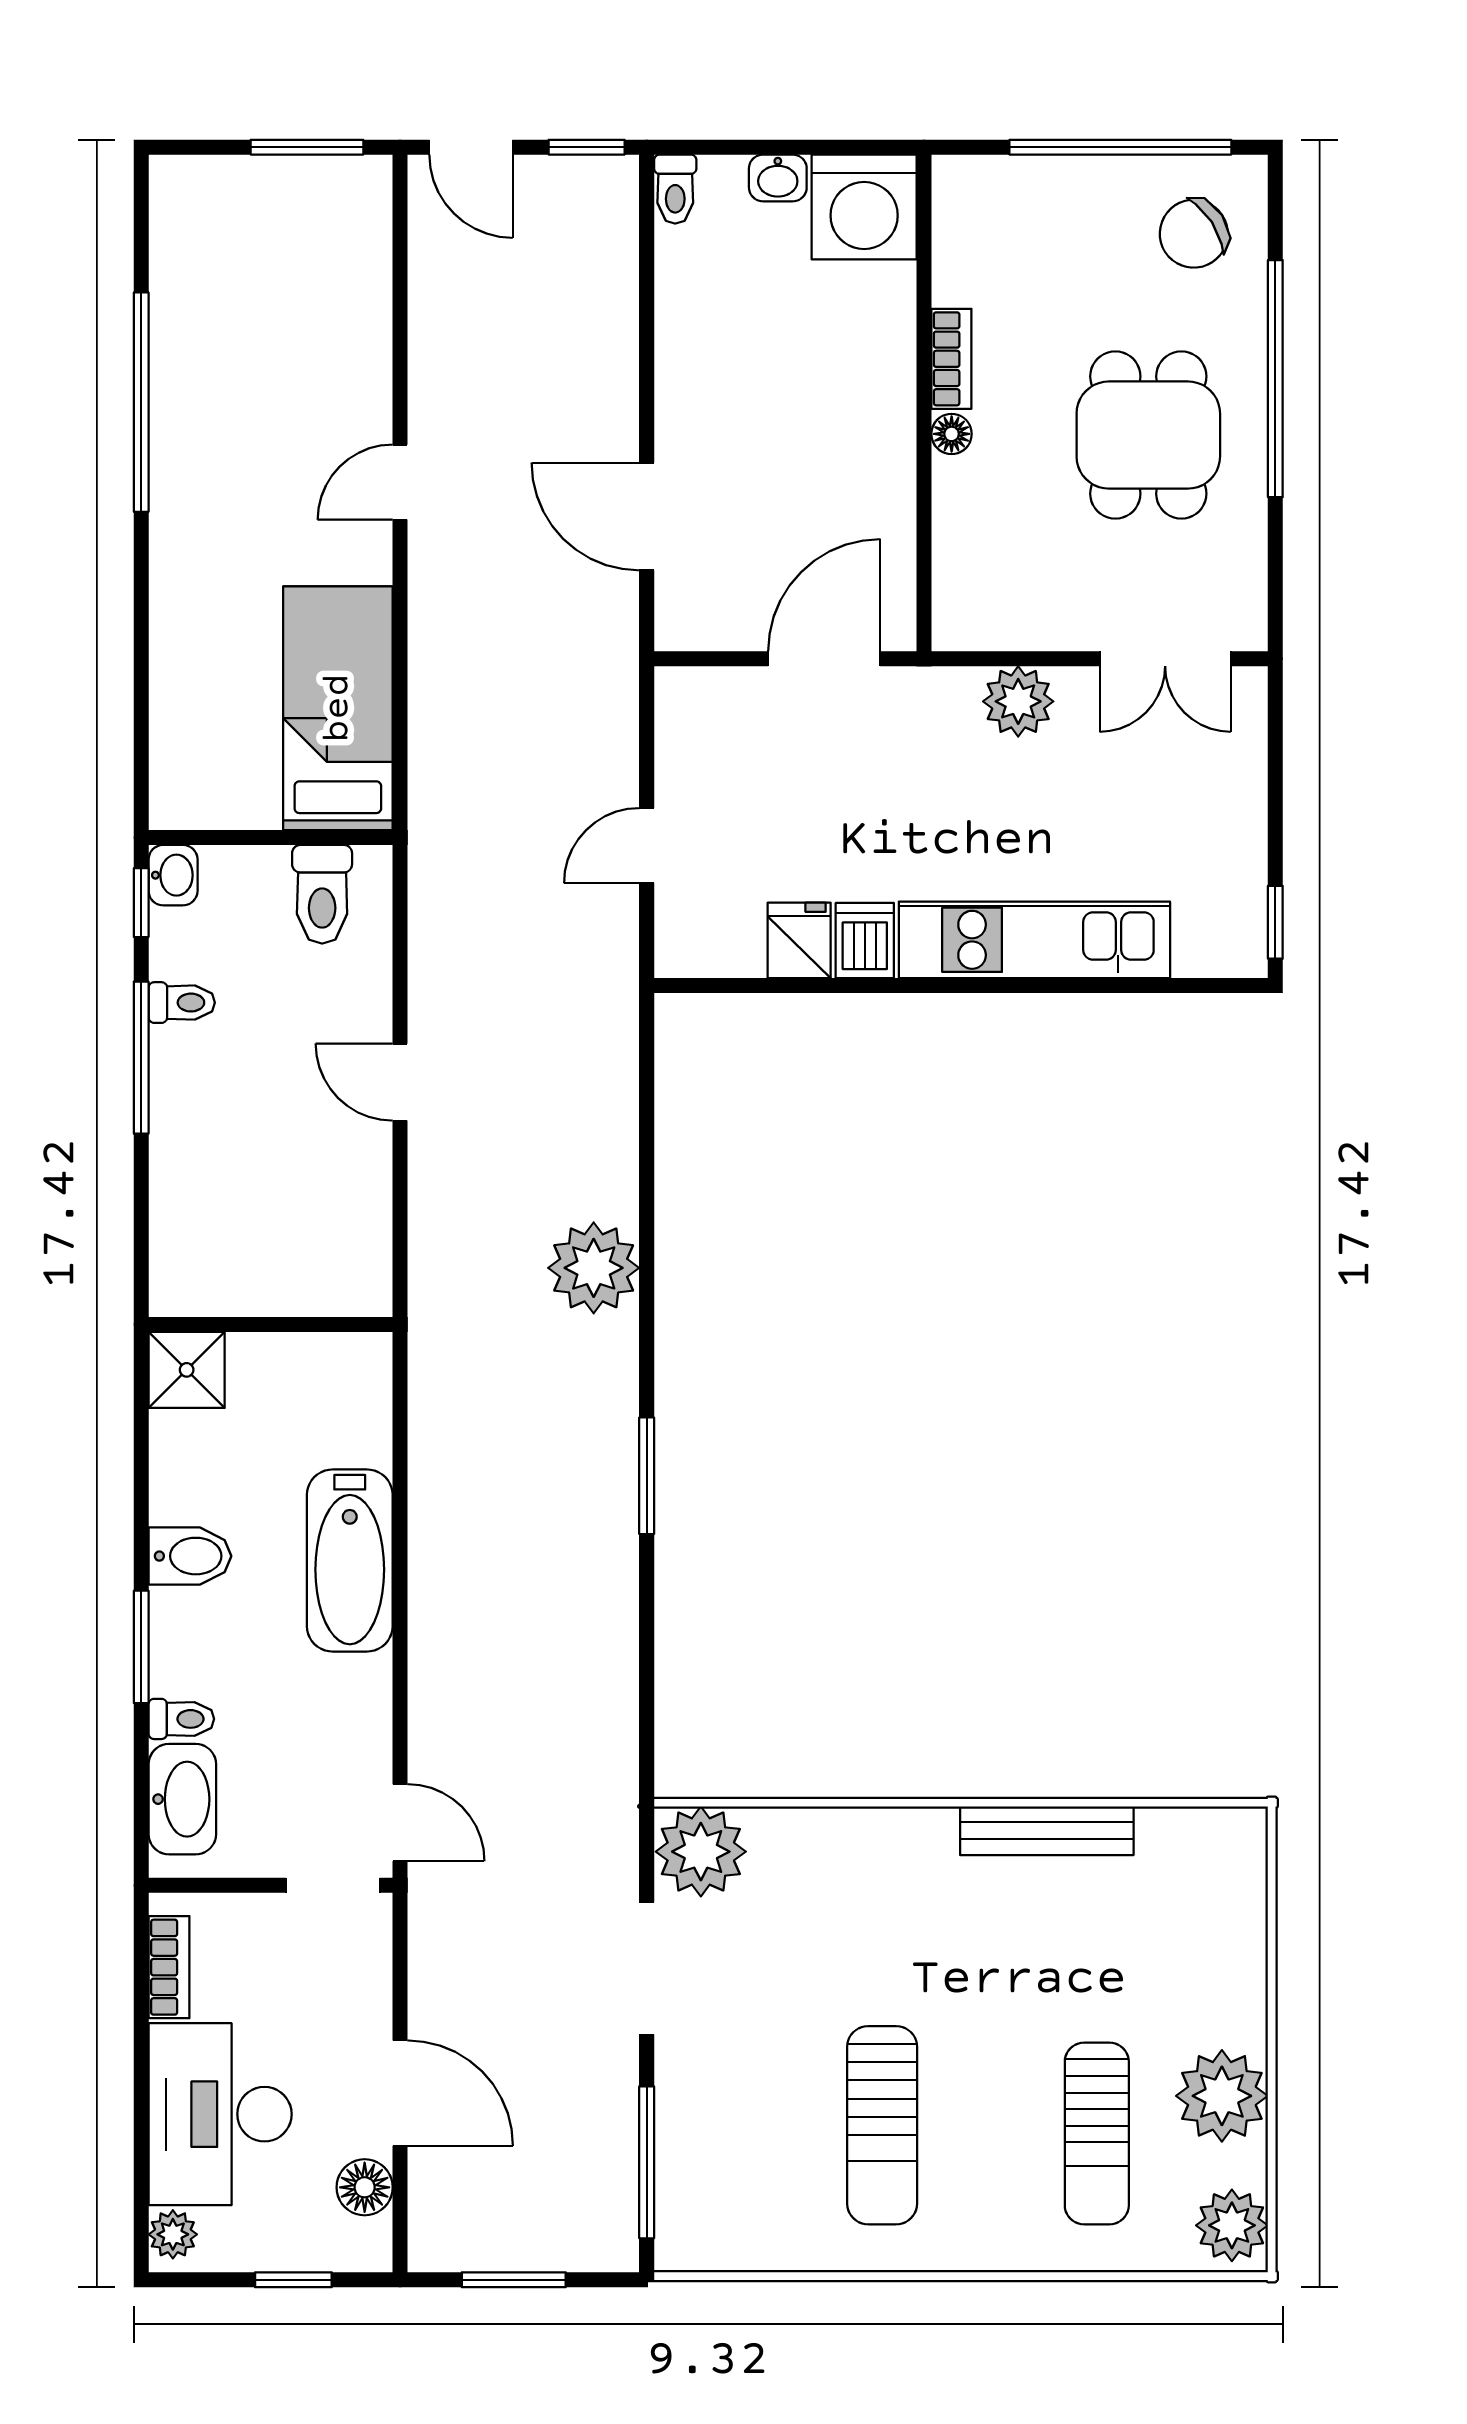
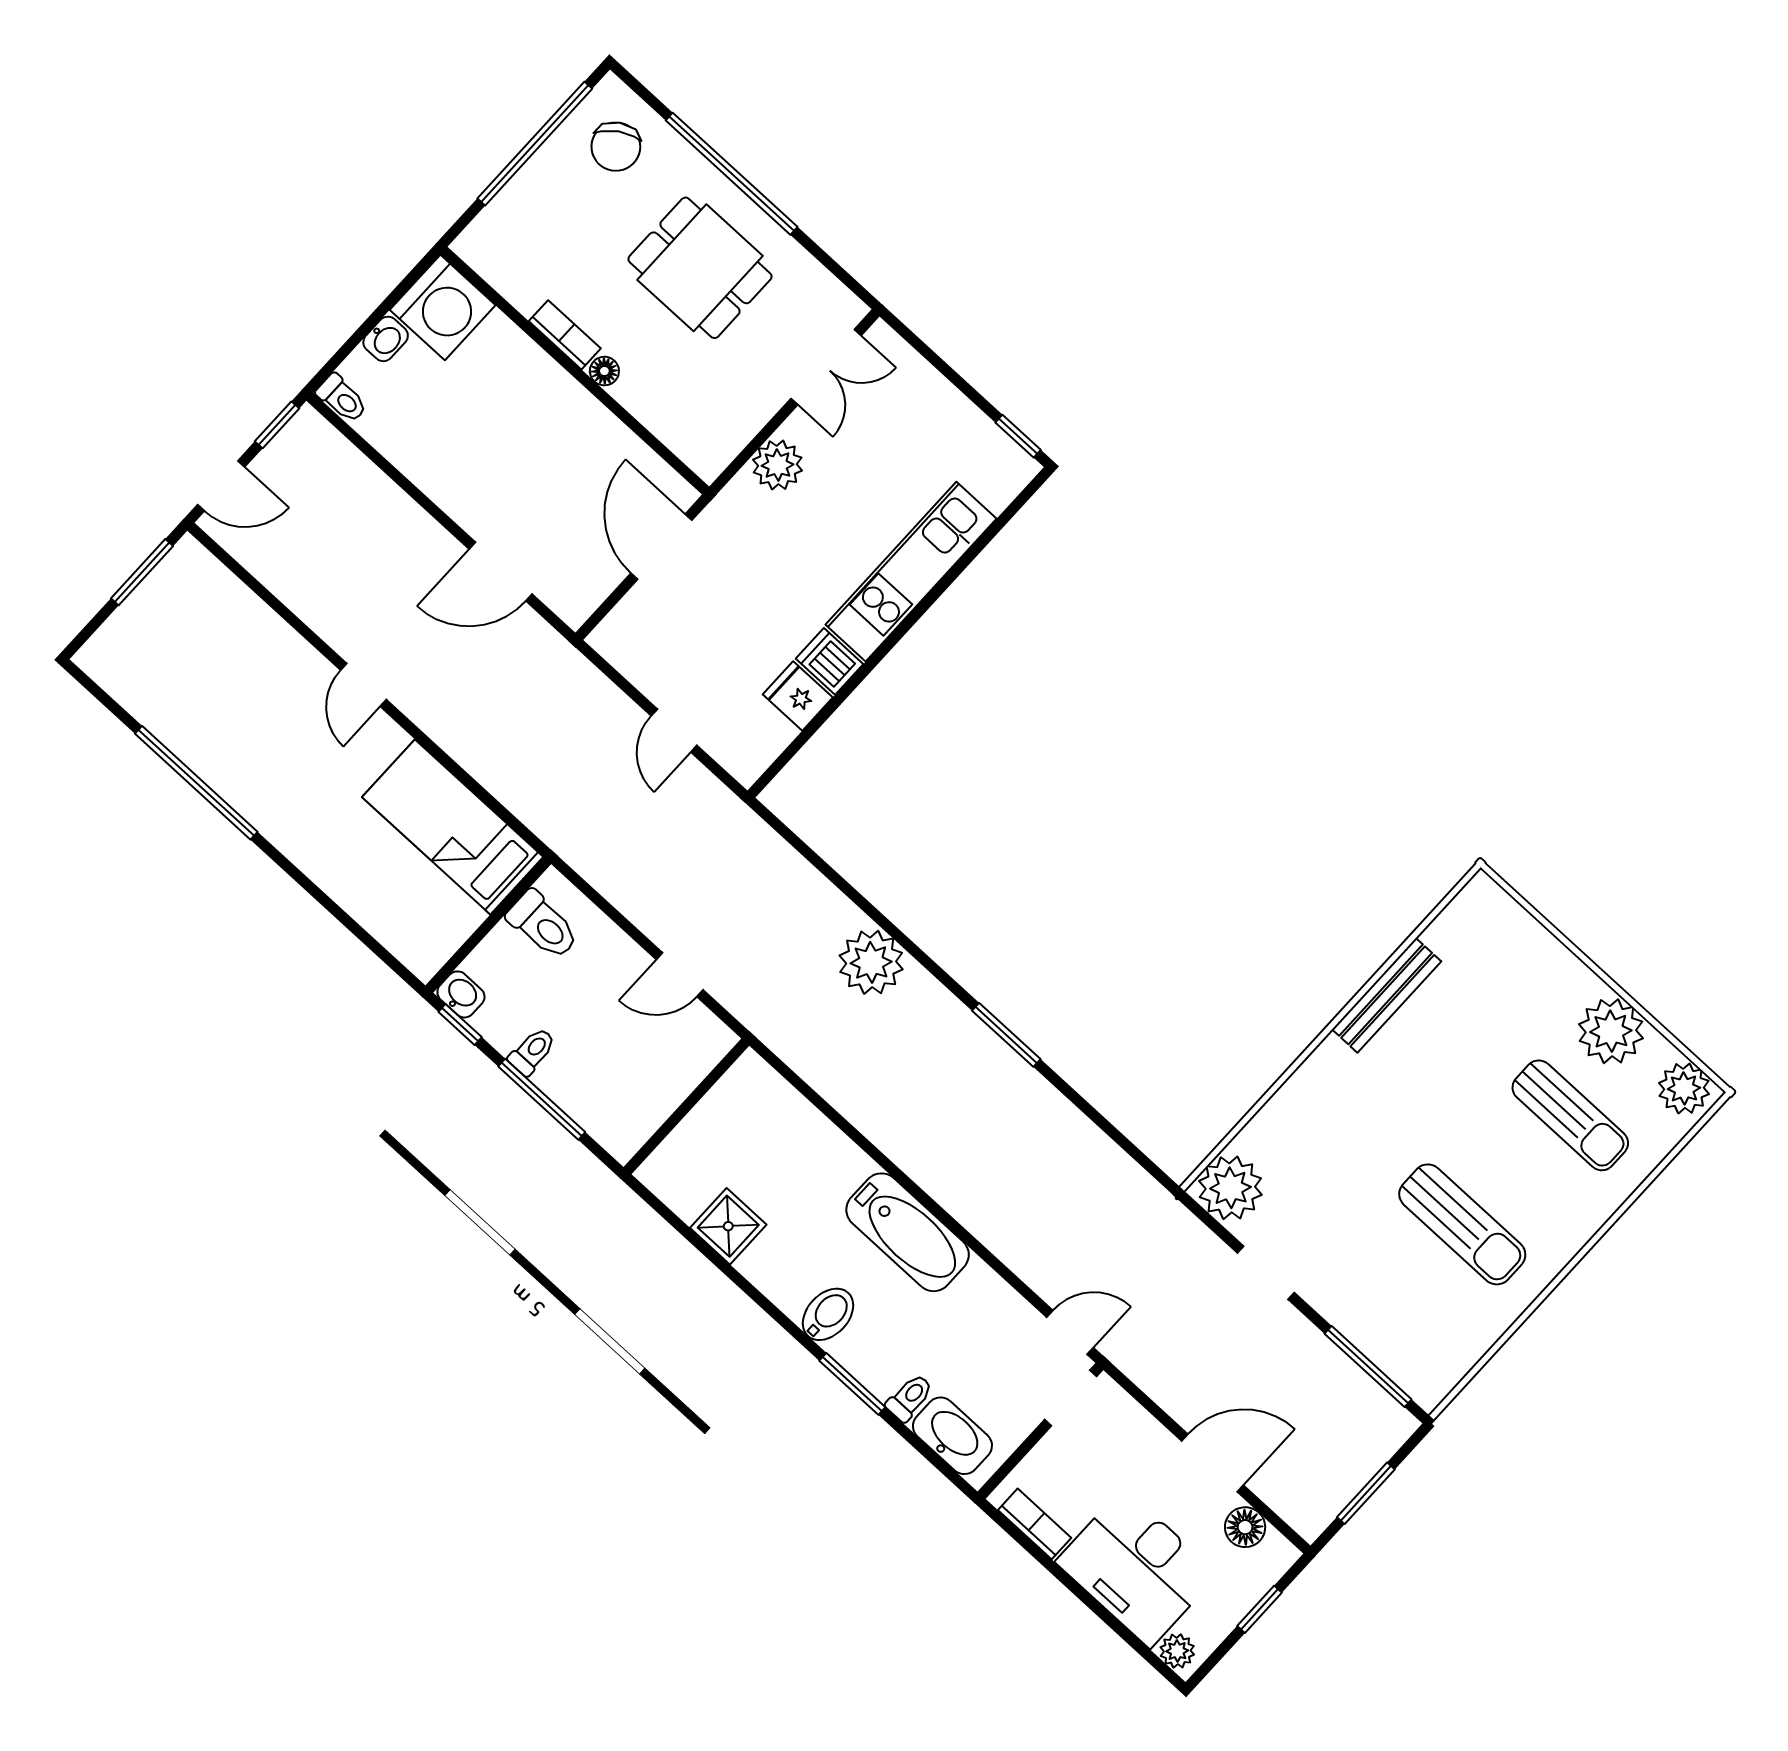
wall: (271, 1324) -> (686, 1106), moved
doorway: (647, 1968) -> (1266, 1273), width x0.73

